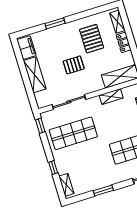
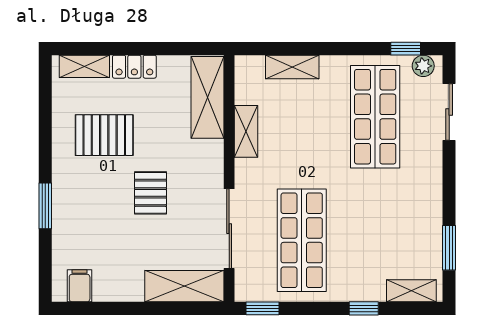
filing cabinet: (26, 48) -> (80, 286), width x0.50
shelving: (35, 75) -> (184, 286), moved
window: (103, 190) -> (449, 248), moved

